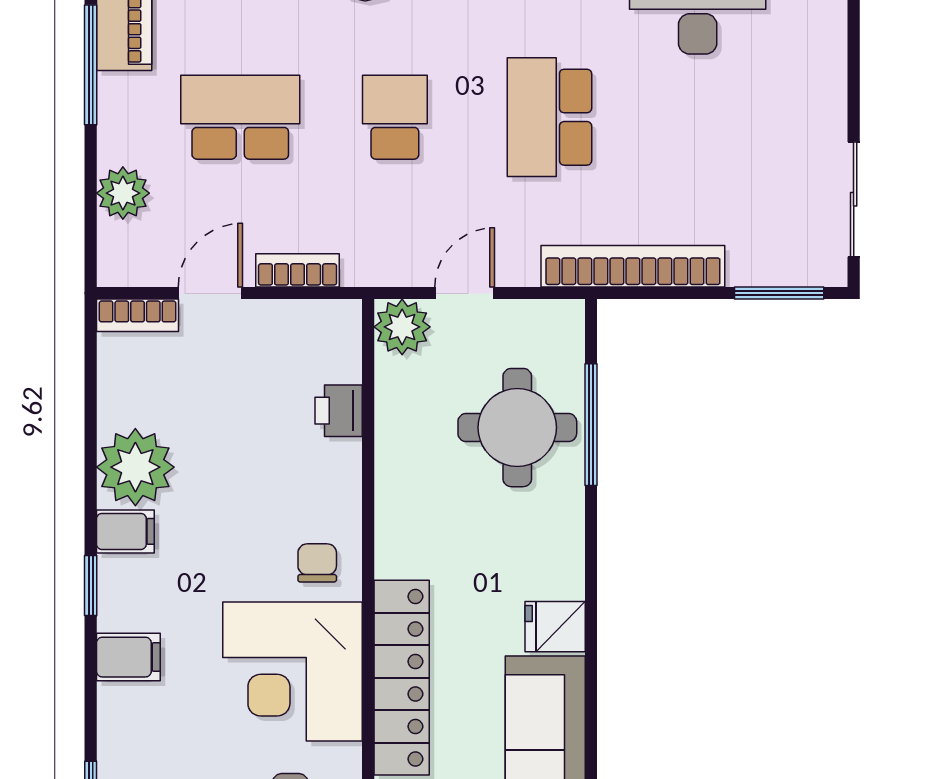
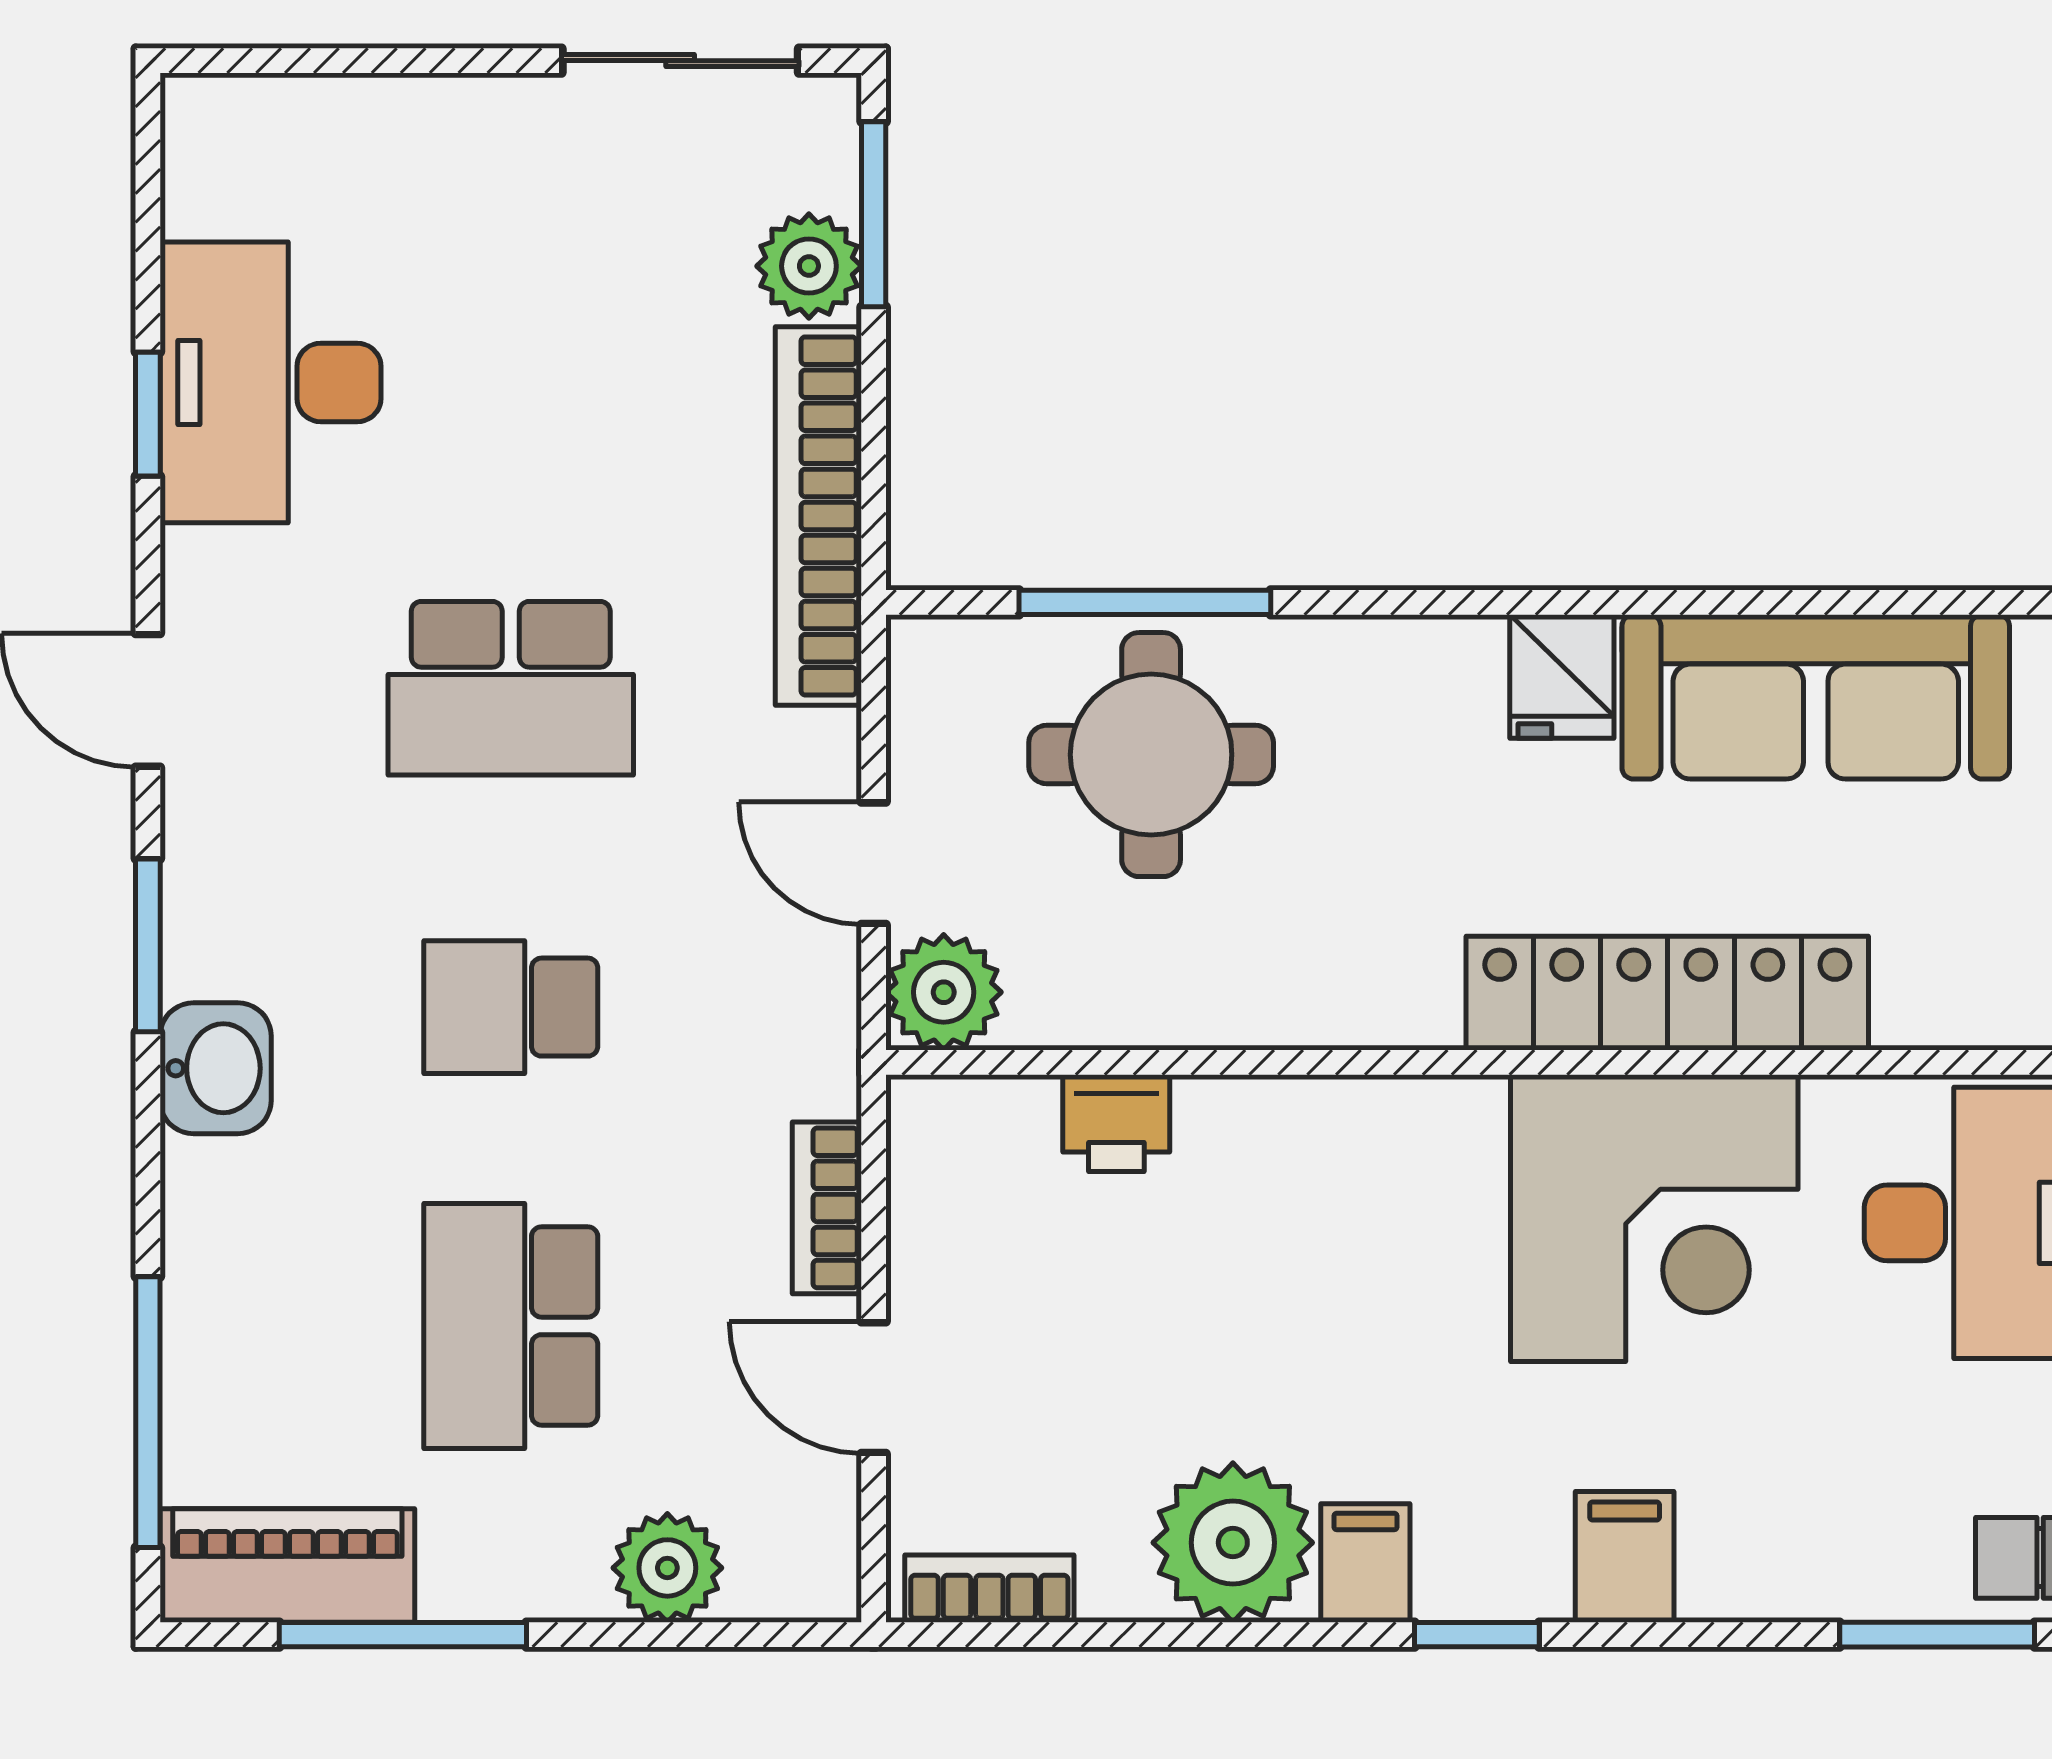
plant: (754, 262) -> (809, 266), added
bookcase: (138, 315) -> (989, 1589), moved, turned -90
chair: (317, 563) -> (1430, 1167), removed

